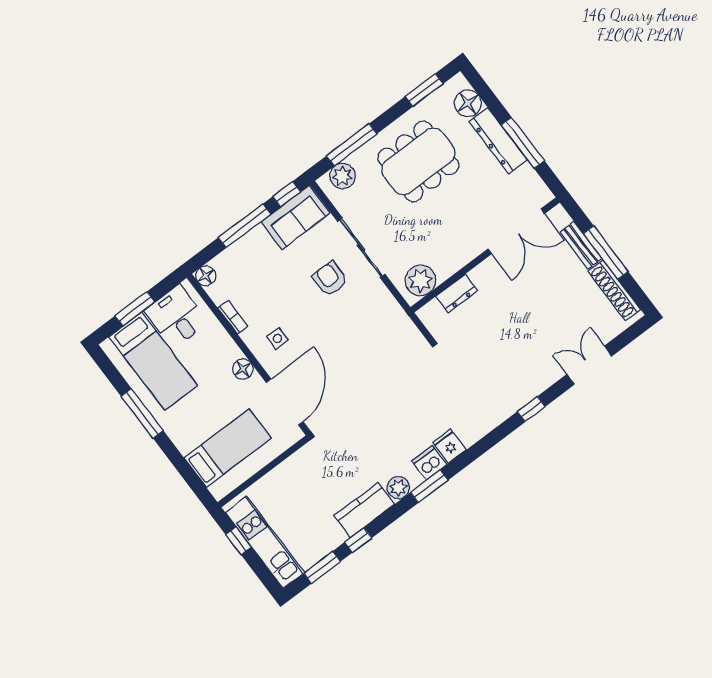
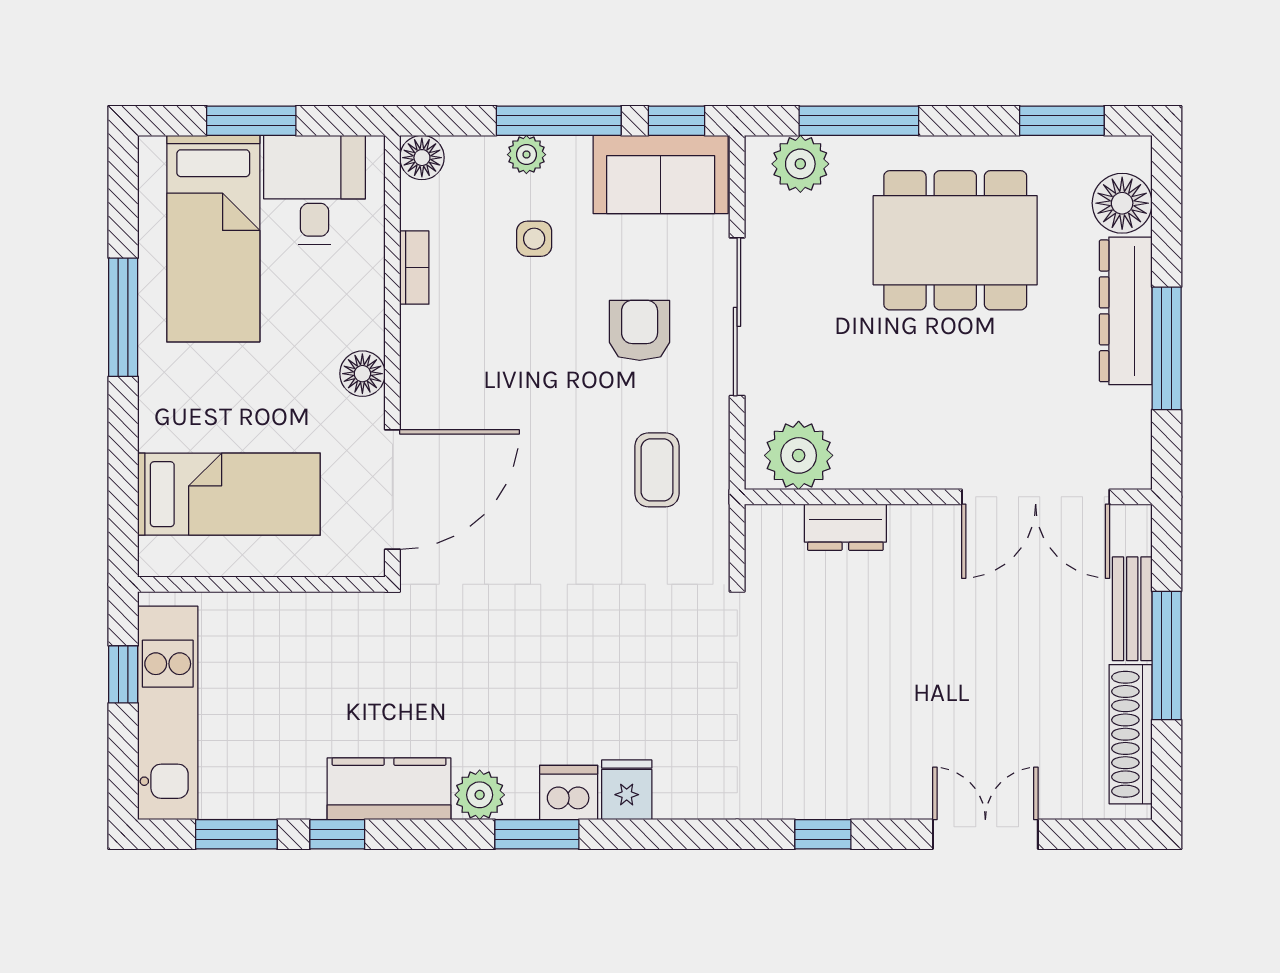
plant: (242, 247) -> (526, 155), added
coffee table: (374, 324) -> (657, 470), added
side table: (278, 338) -> (534, 239), moved

